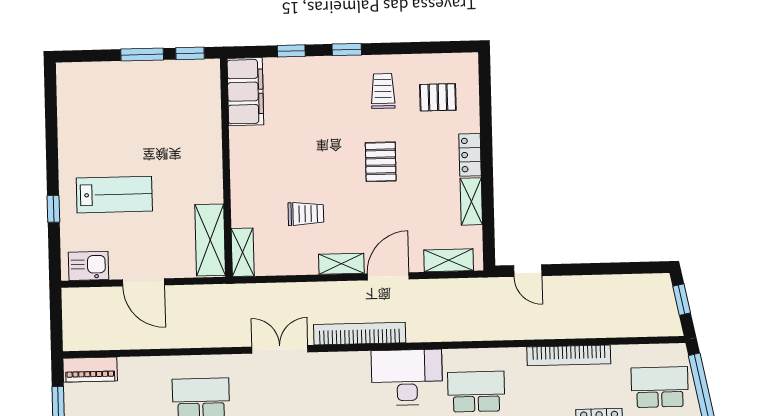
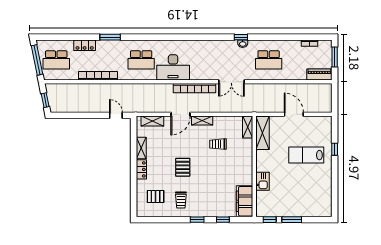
kitchen sink: (88, 266) -> (262, 181), moved, turned -90

